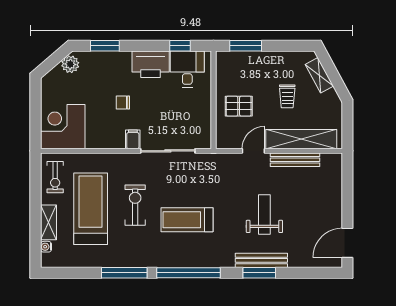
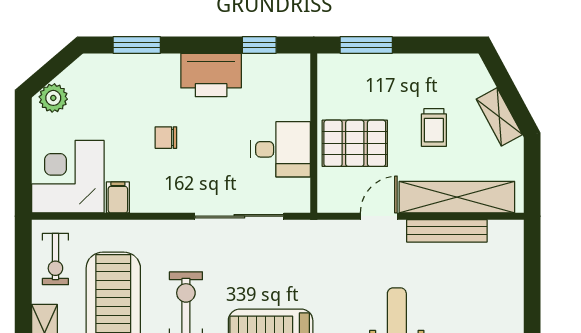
plant: (70, 64) -> (53, 98), moved
desk: (187, 69) -> (281, 149), moved, turned 90
shelving: (319, 75) -> (499, 117), moved
pallet: (239, 106) -> (355, 143), width x1.50, depth x1.42
filing cabinet: (133, 139) -> (118, 197), moved

